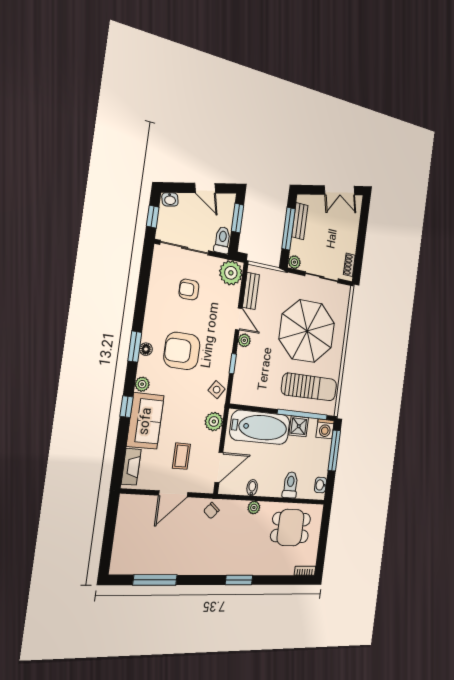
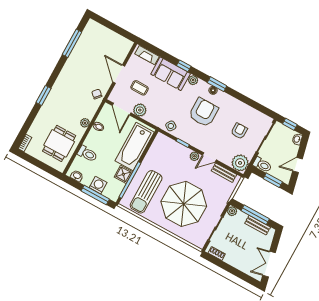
plant: (214, 422) -> (140, 110), moved
washing machine: (325, 429) -> (98, 185), moved, turned 90

